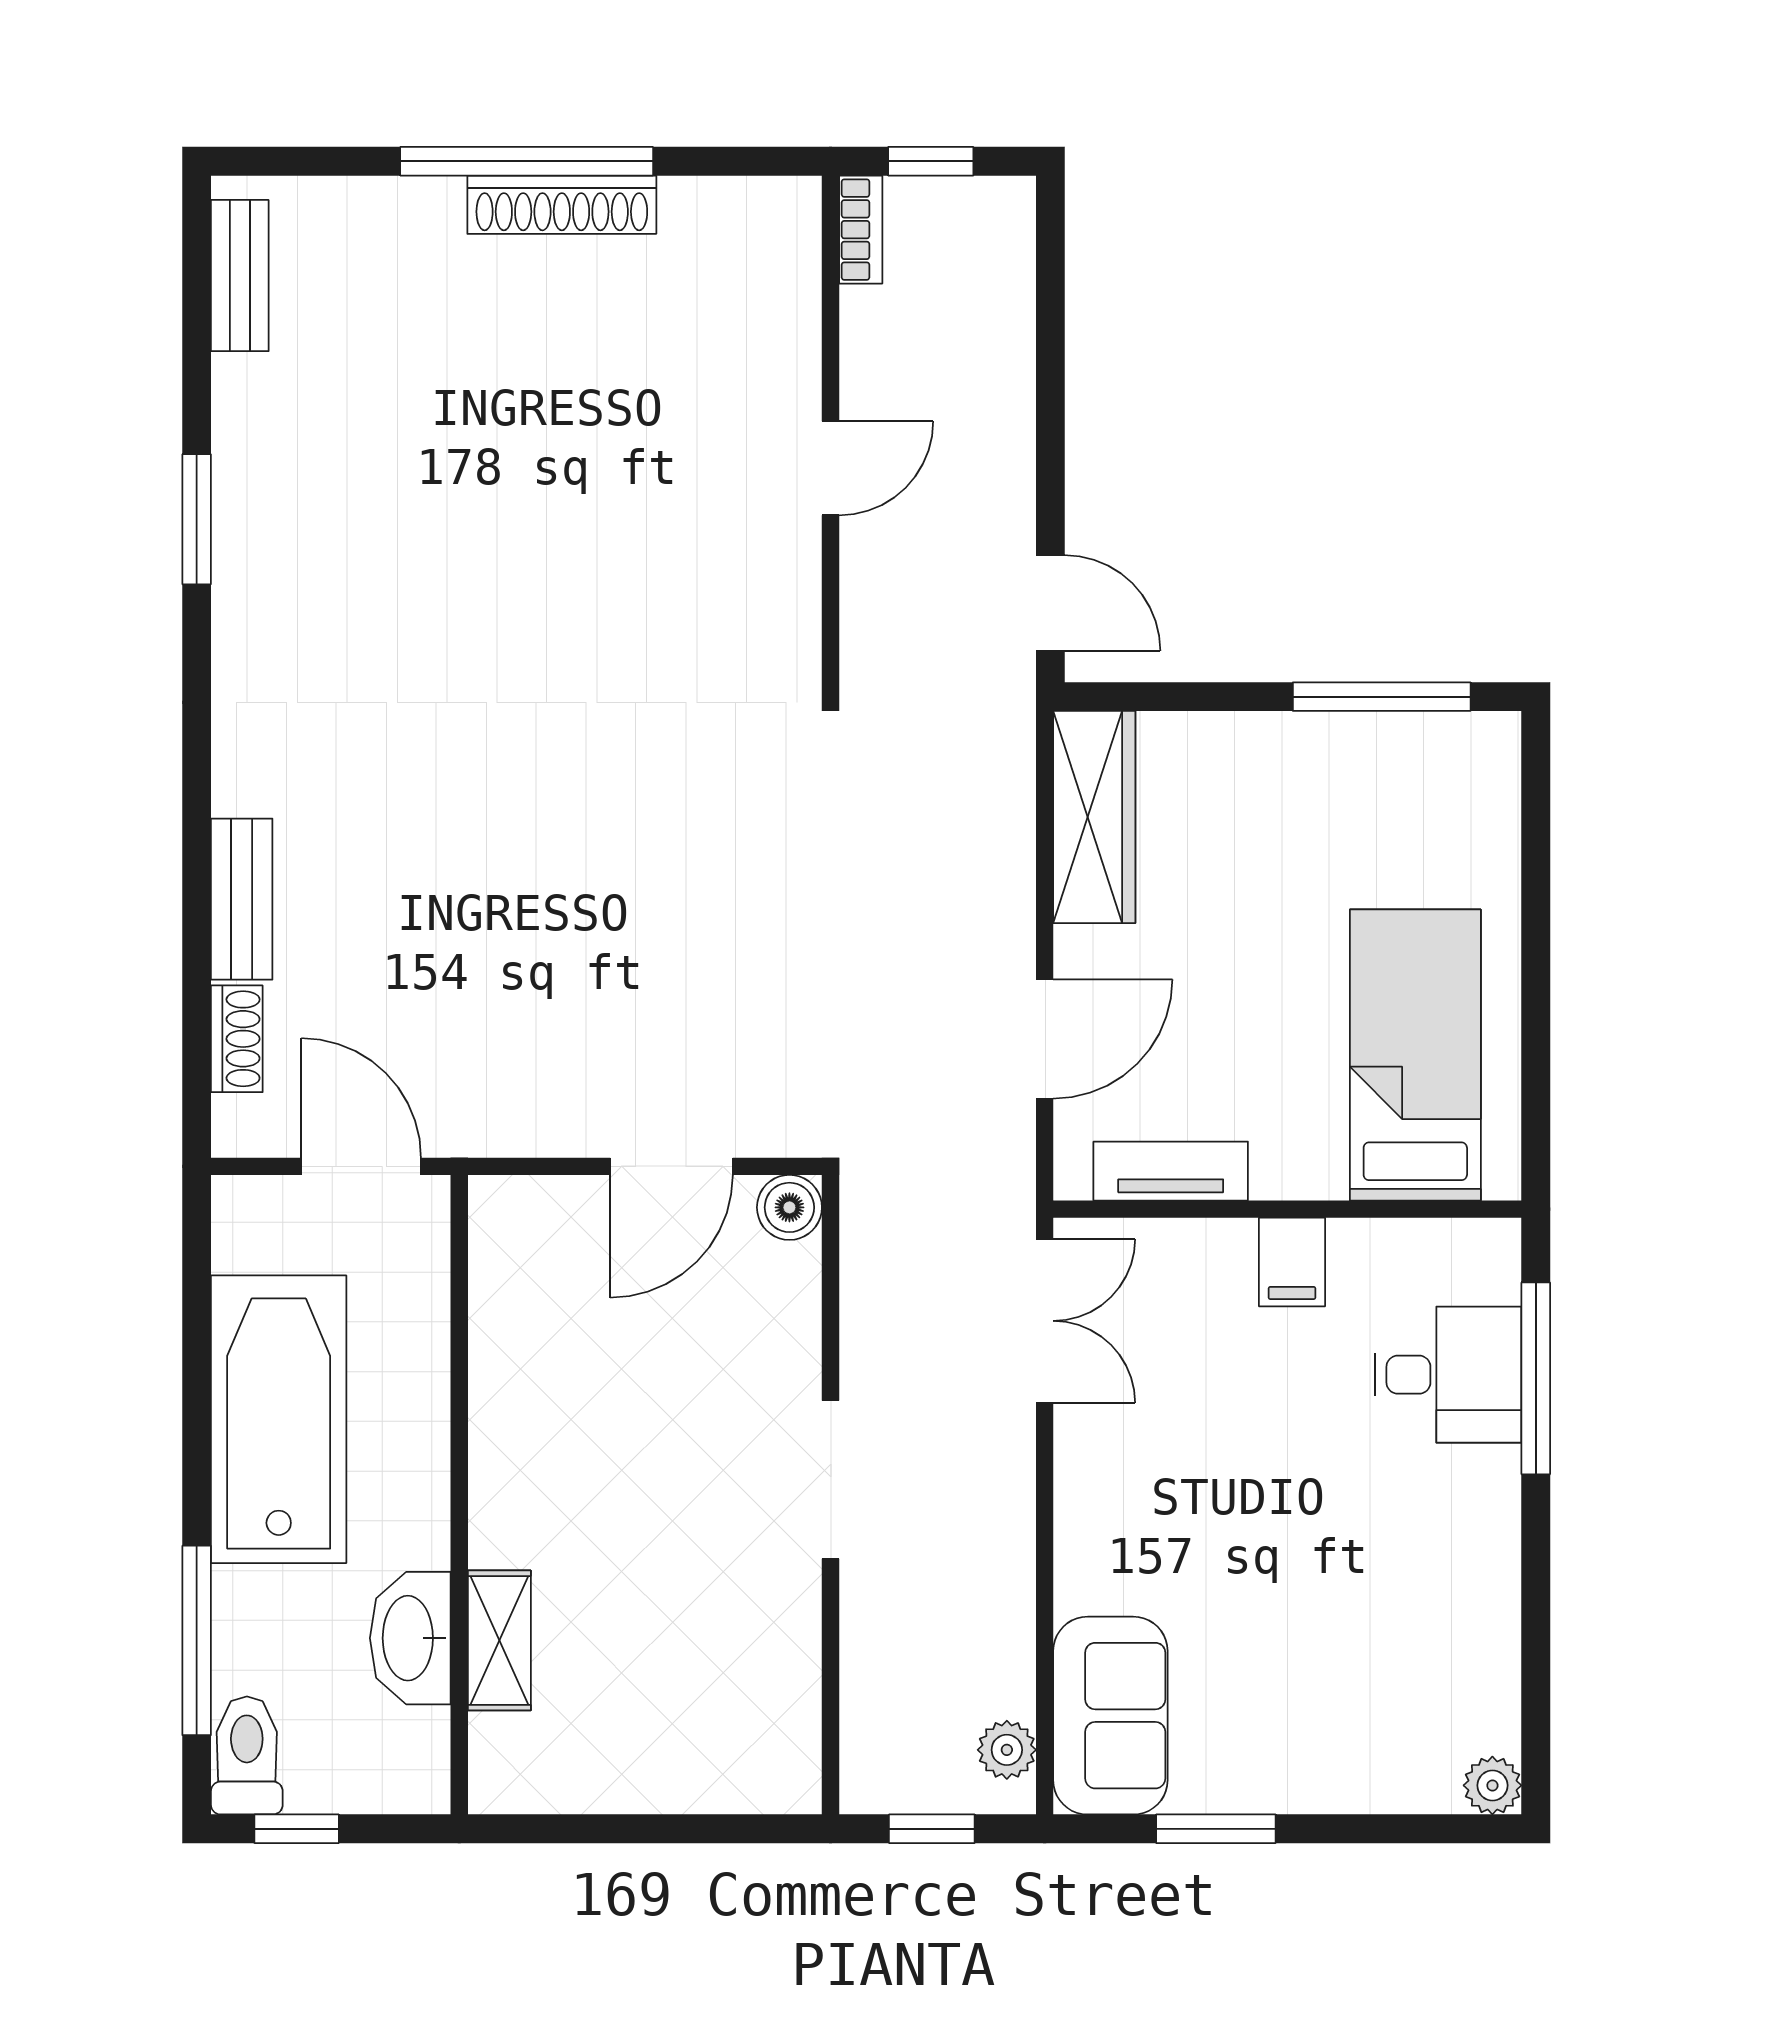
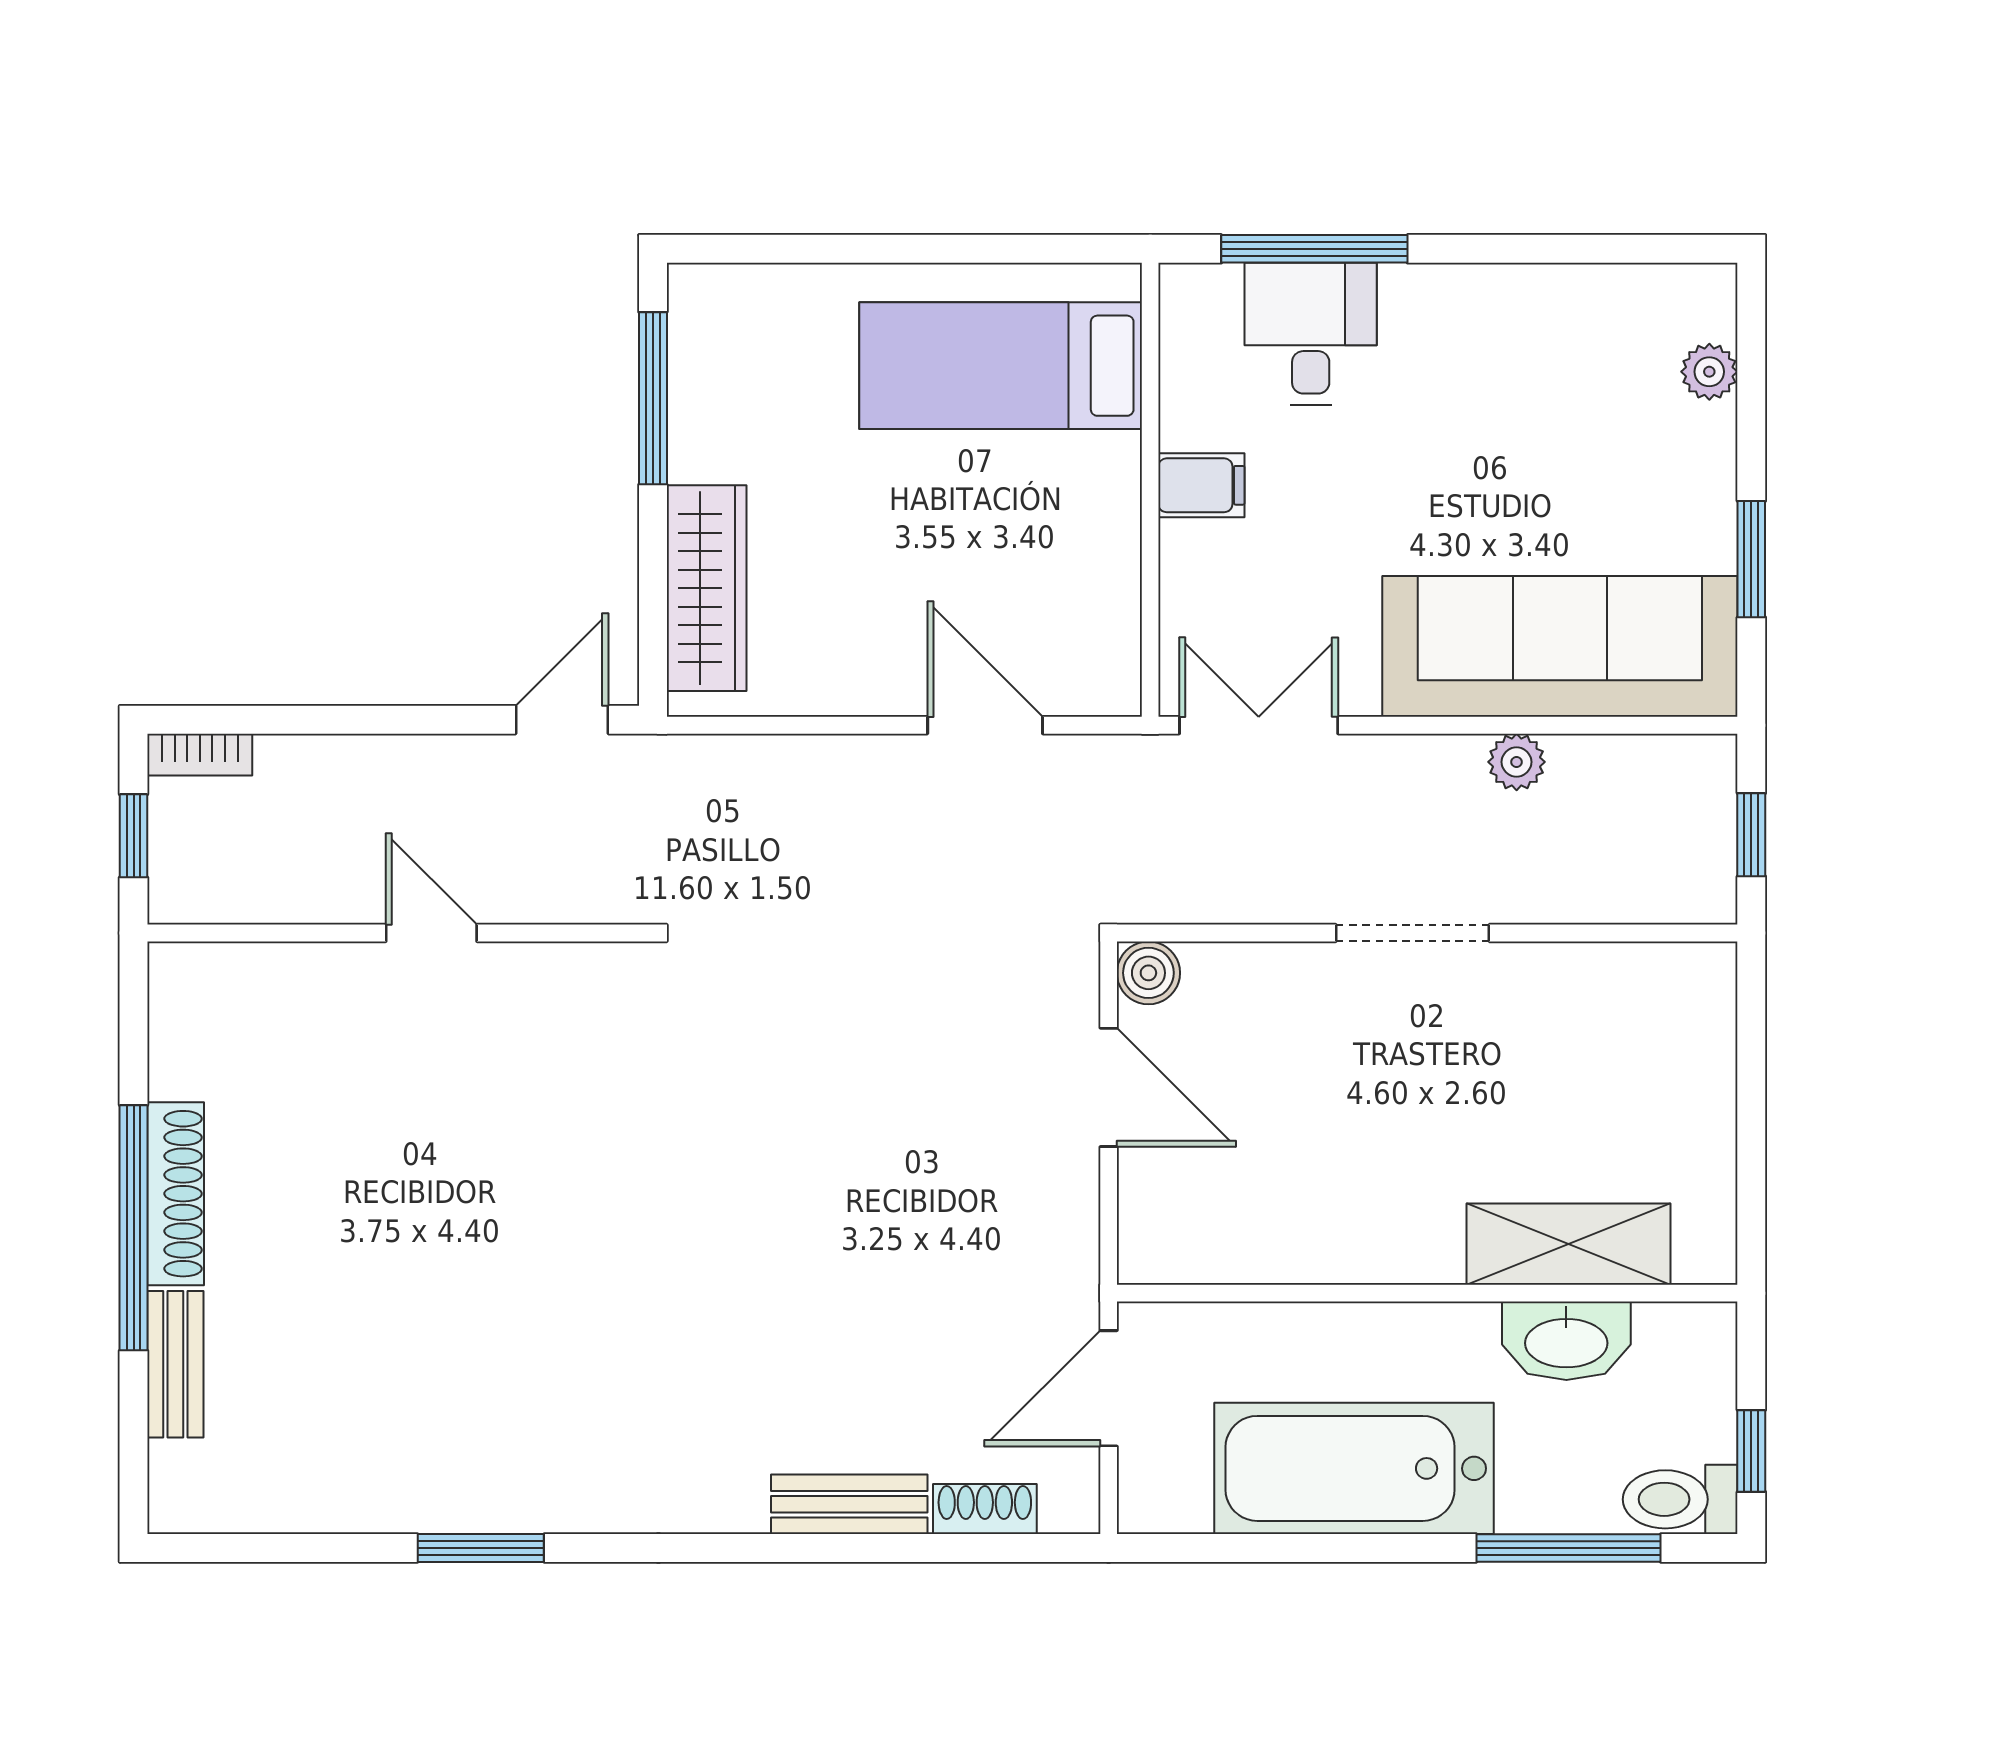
bookcase: (861, 230) -> (200, 755), moved, turned 180
bench: (240, 276) -> (175, 1364), moved, turned 90
wardrobe: (1094, 817) -> (707, 588), moved, turned 90
tv unit: (1171, 1171) -> (1113, 603), removed
shelving: (499, 1640) -> (1569, 1244), width x1.50, depth x1.33
sofa: (1110, 1716) -> (1560, 646), width x1.85, depth x1.27
plant: (1007, 1750) -> (1517, 762), moved
plant: (1492, 1785) -> (1709, 372), moved

